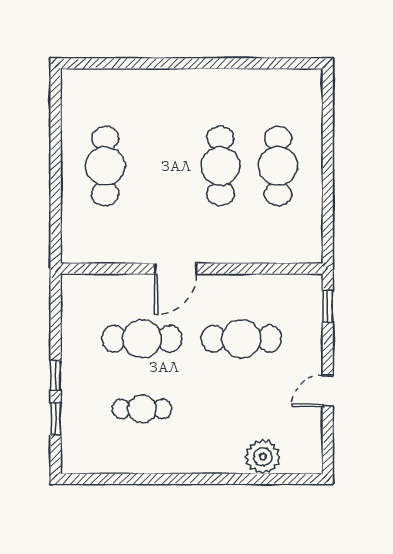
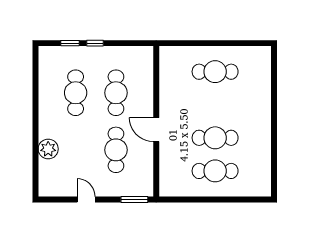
door: (176, 269) -> (156, 130), moved
window: (328, 307) -> (134, 199), width x1.50
cafe table: (142, 409) -> (76, 93), width x1.37, depth x1.35
plant: (263, 457) -> (48, 149), moved

